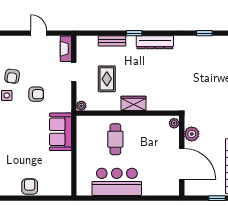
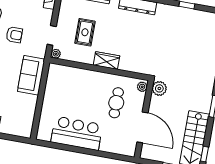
doorway: (74, 72) -> (52, 35), moved
plant: (192, 134) -> (159, 88), moved
cafe table: (115, 139) -> (116, 103), moved

